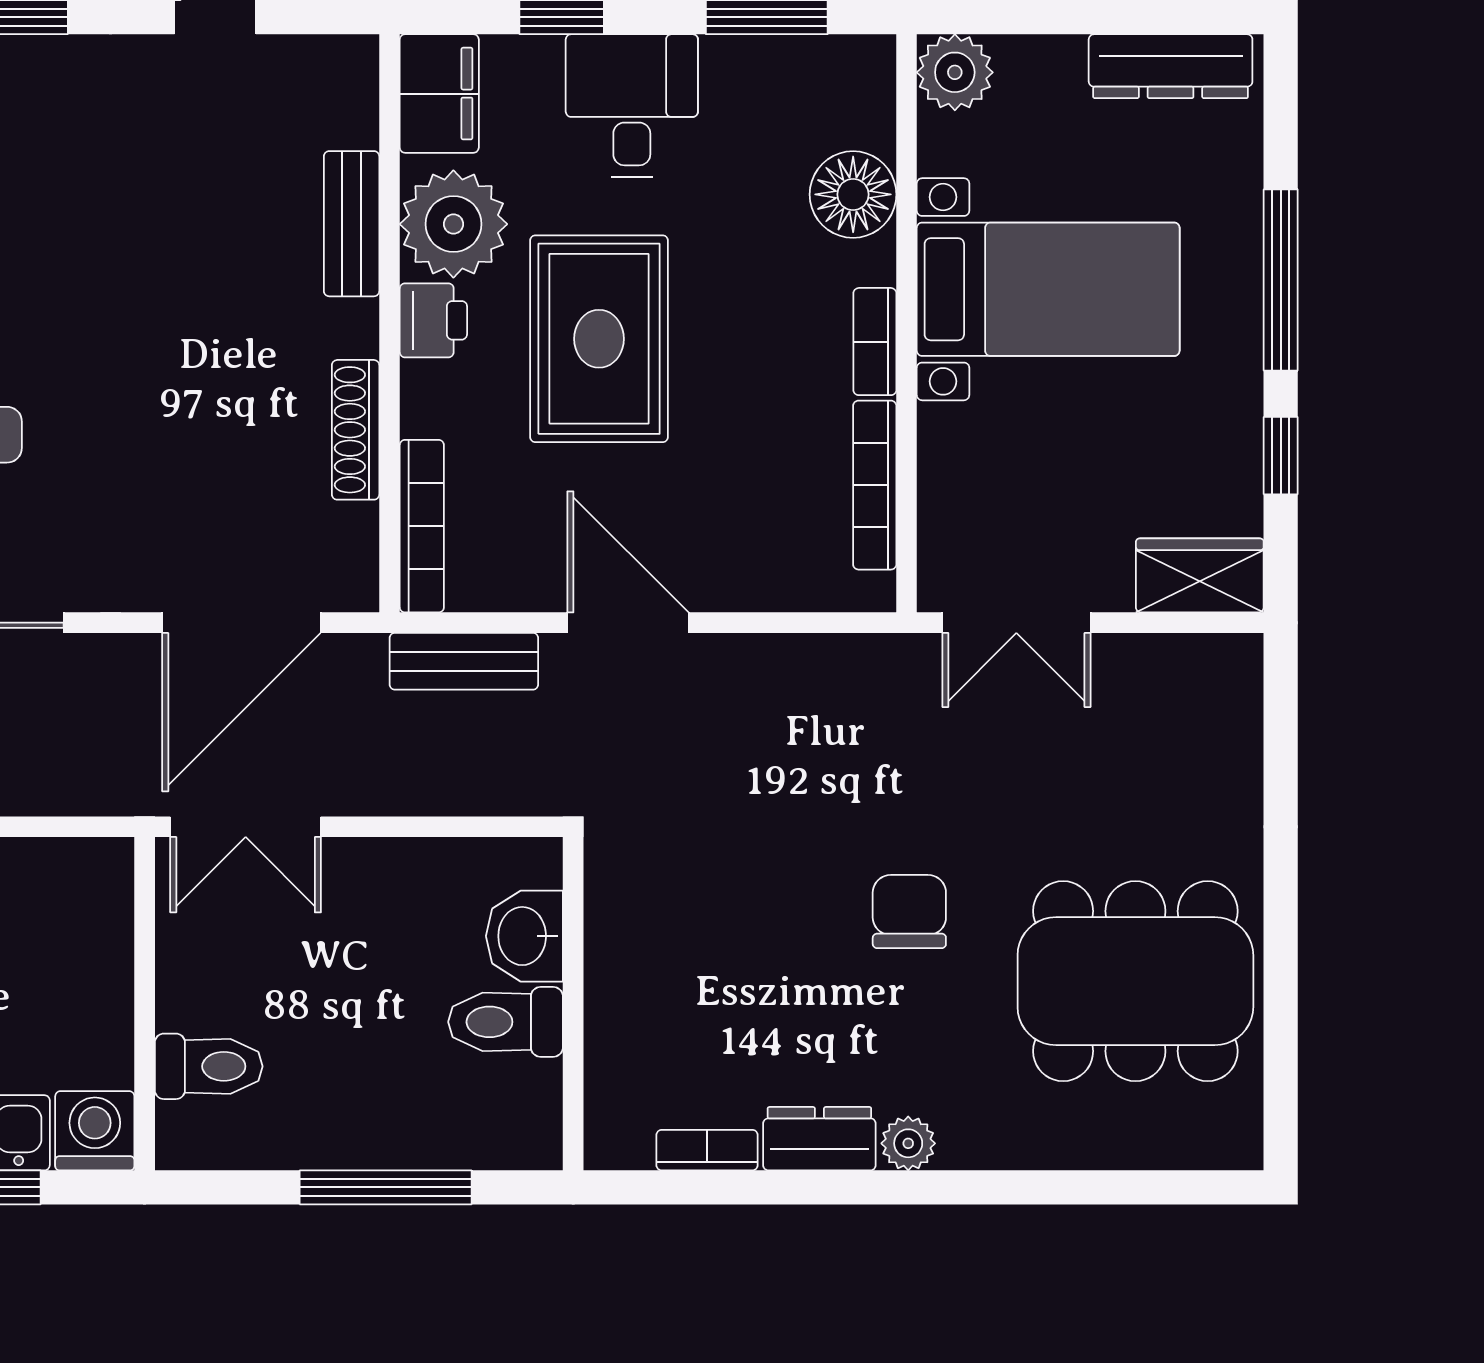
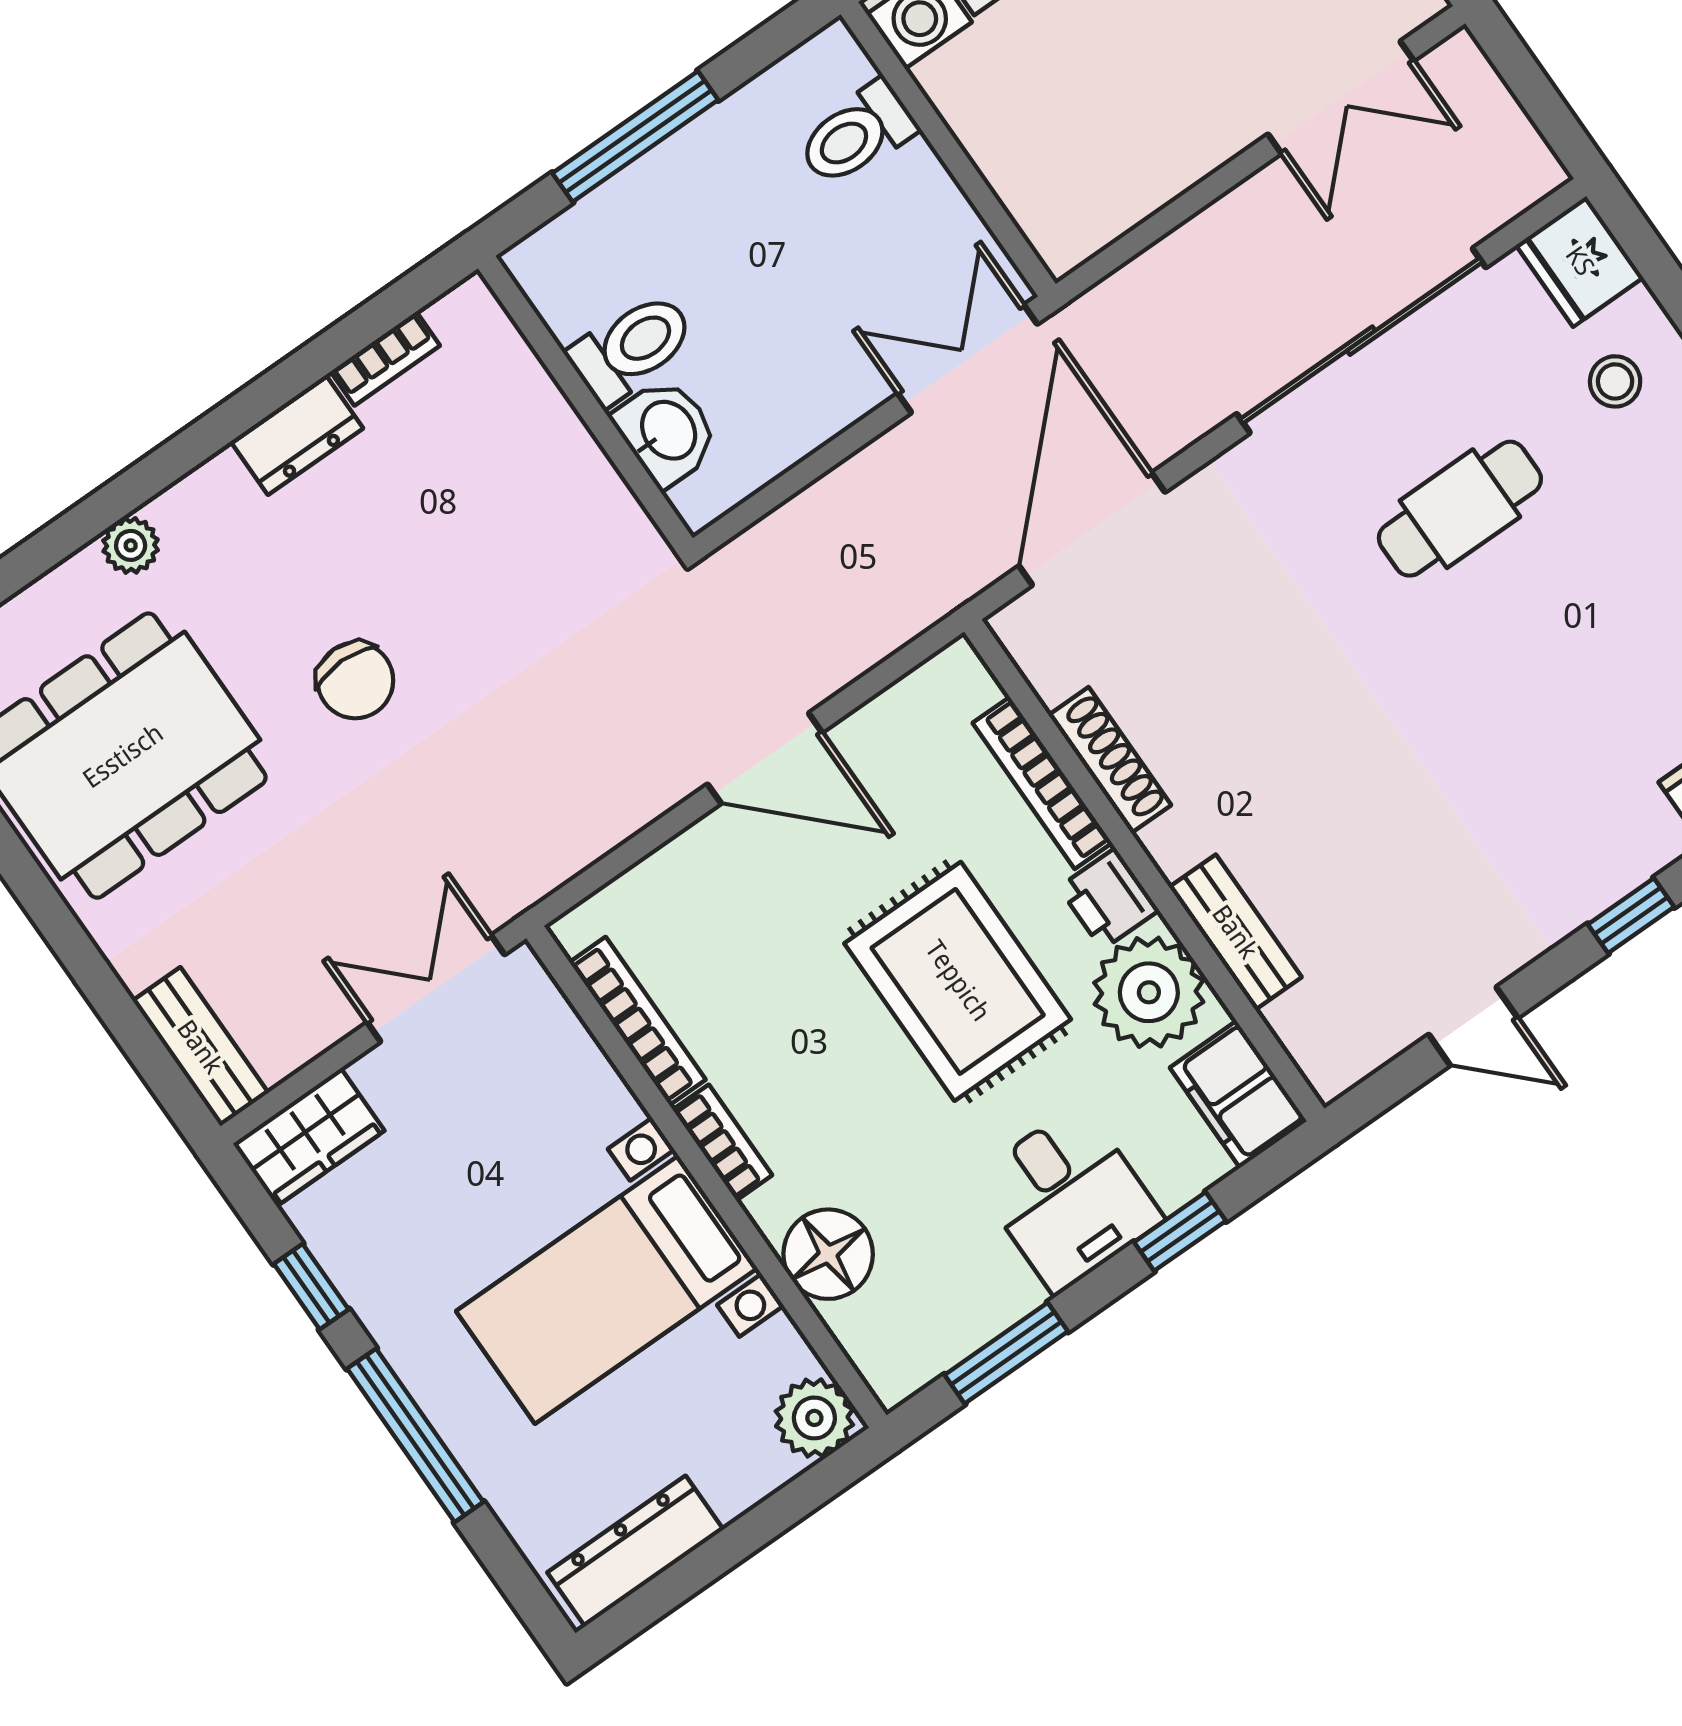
bookcase: (422, 526) -> (1042, 783), moved
bench: (464, 661) -> (200, 1047), moved, turned 90
plant: (908, 1143) -> (131, 545), moved

